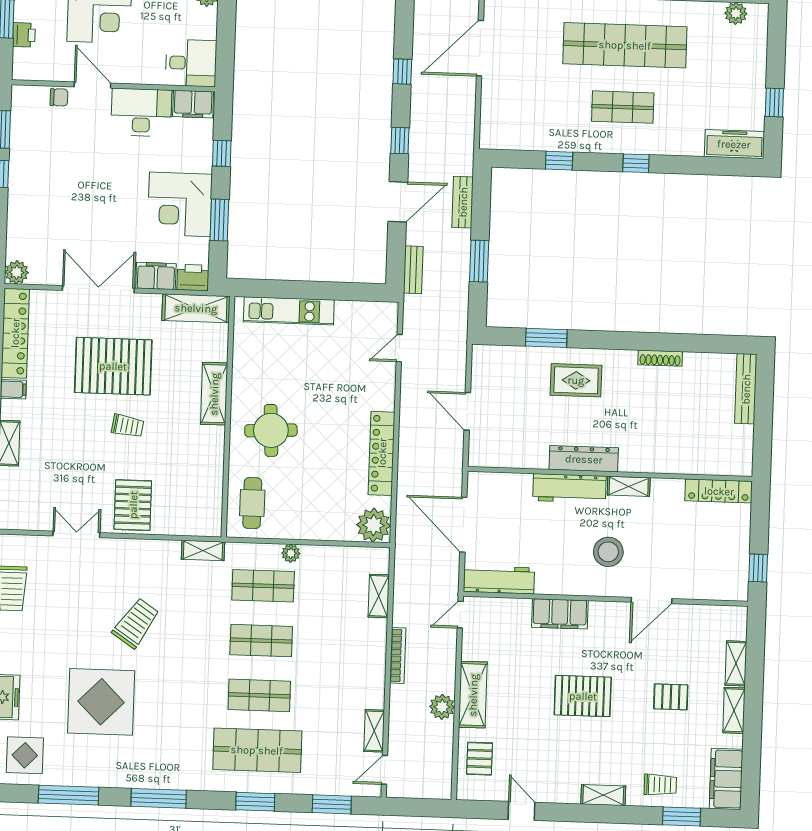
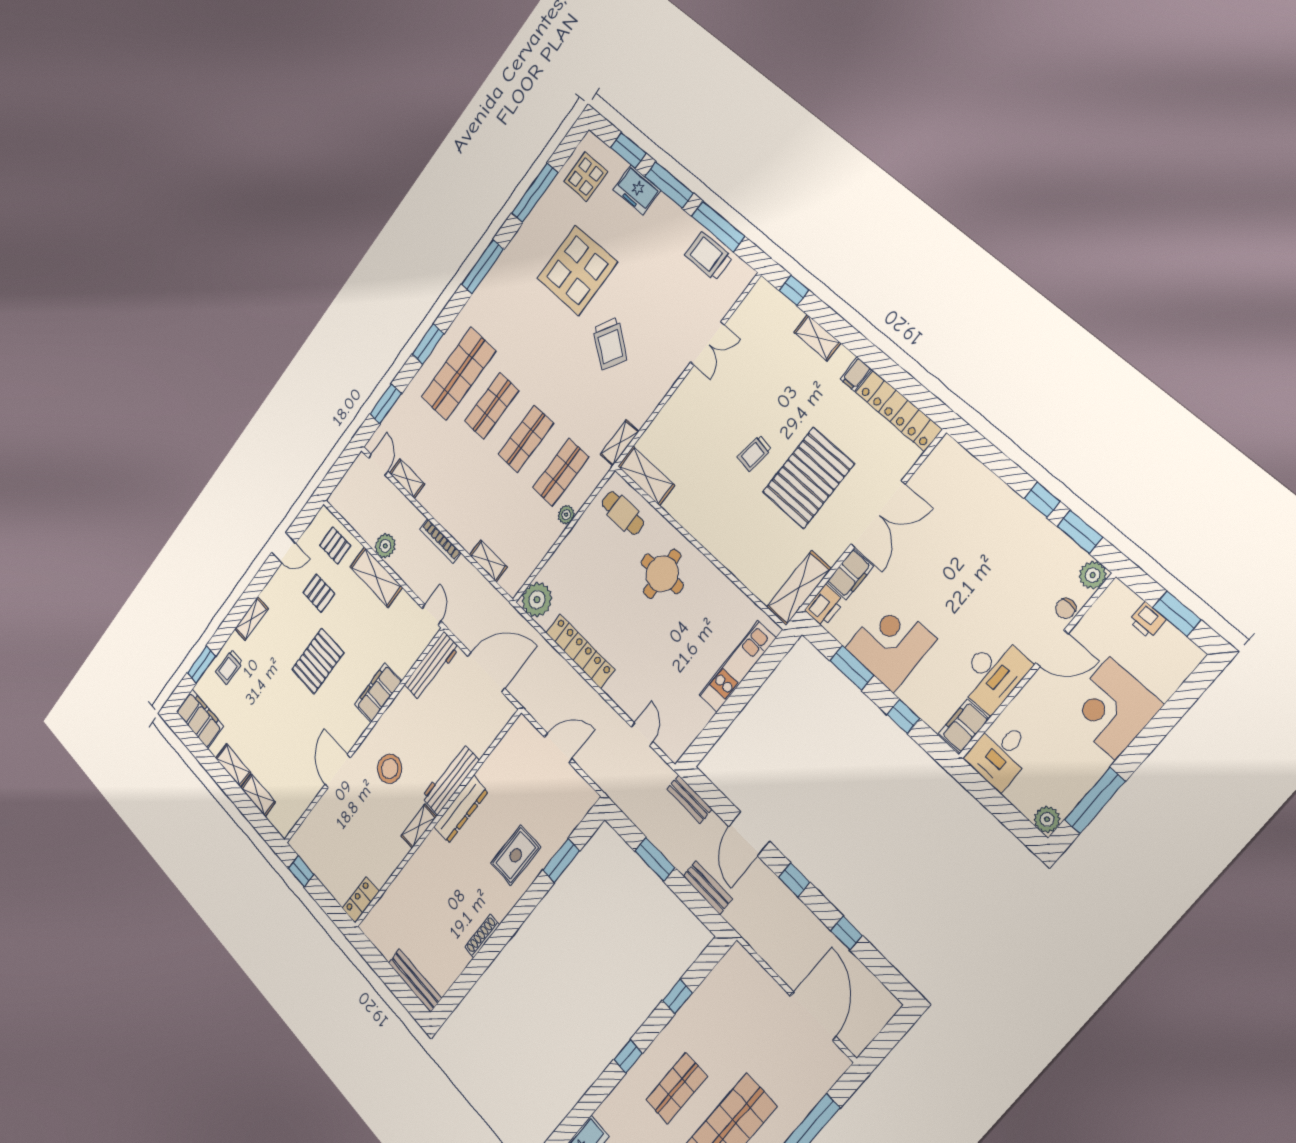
plant: (17, 272) -> (1093, 575), moved
shelving: (214, 394) -> (646, 476), moved
locker: (719, 491) -> (361, 900), width x0.66
pallet: (133, 505) -> (694, 410), removed
pallet: (671, 697) -> (319, 593), moved, turned 90

